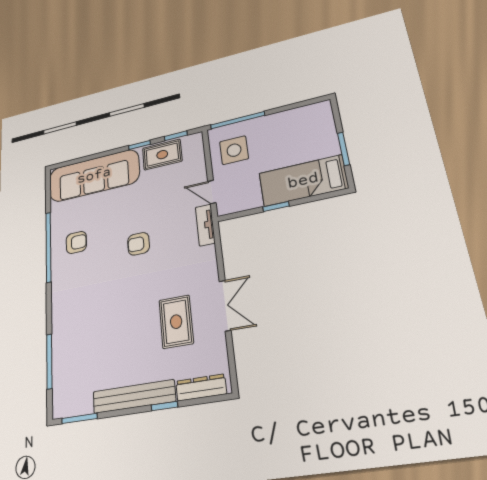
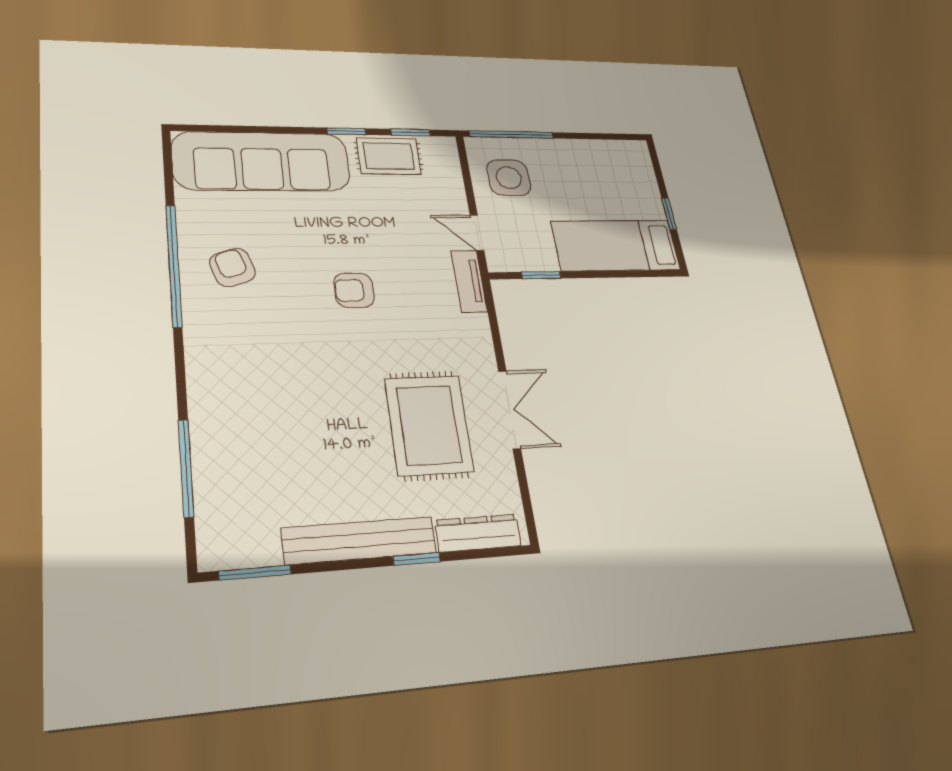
window: (344, 149) -> (669, 214), width x0.67
window: (276, 207) -> (541, 275), moved
armchair: (76, 242) -> (232, 267), turned -108
rug: (176, 322) -> (429, 425), width x1.36, depth x1.43

